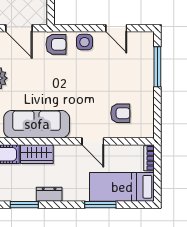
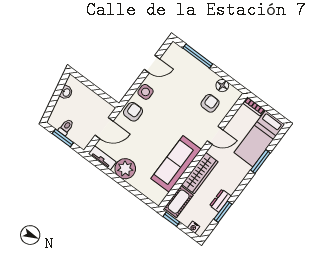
floor lamp: (147, 112) -> (222, 86), added
wardrobe: (37, 154) -> (200, 173), width x1.50
dresser: (49, 194) -> (220, 201), moved

